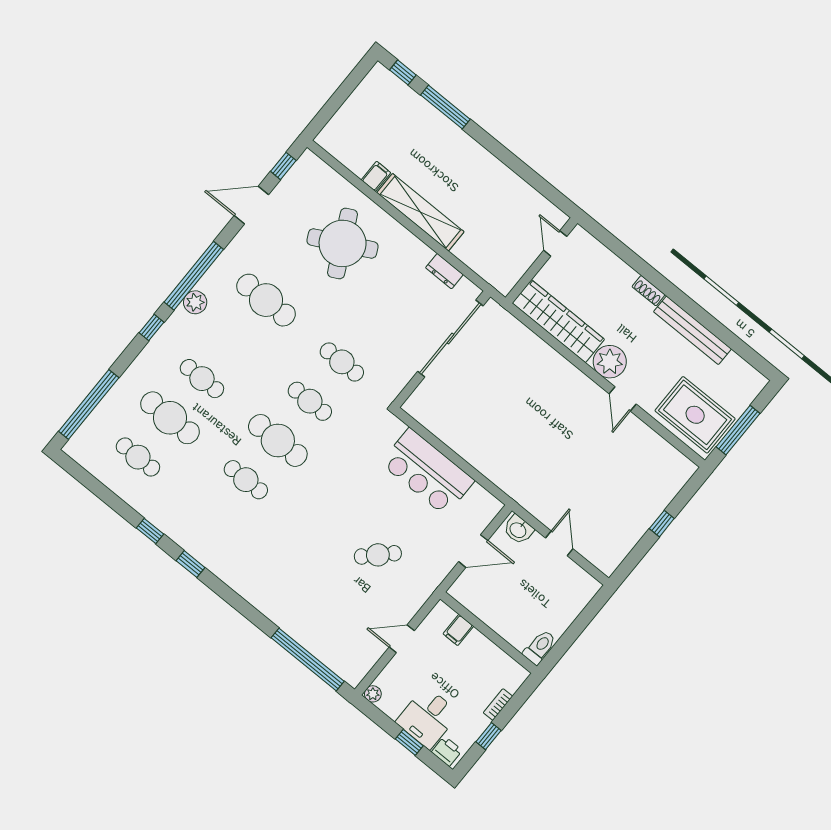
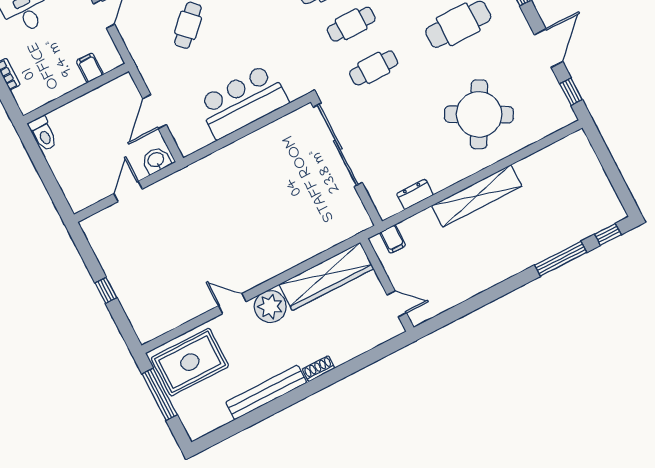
filing cabinet: (376, 176) -> (393, 239), moved
round table: (343, 243) -> (479, 114), turned -35
sliding door: (450, 339) -> (338, 145), moved
door: (559, 543) -> (128, 191), swing flipped

